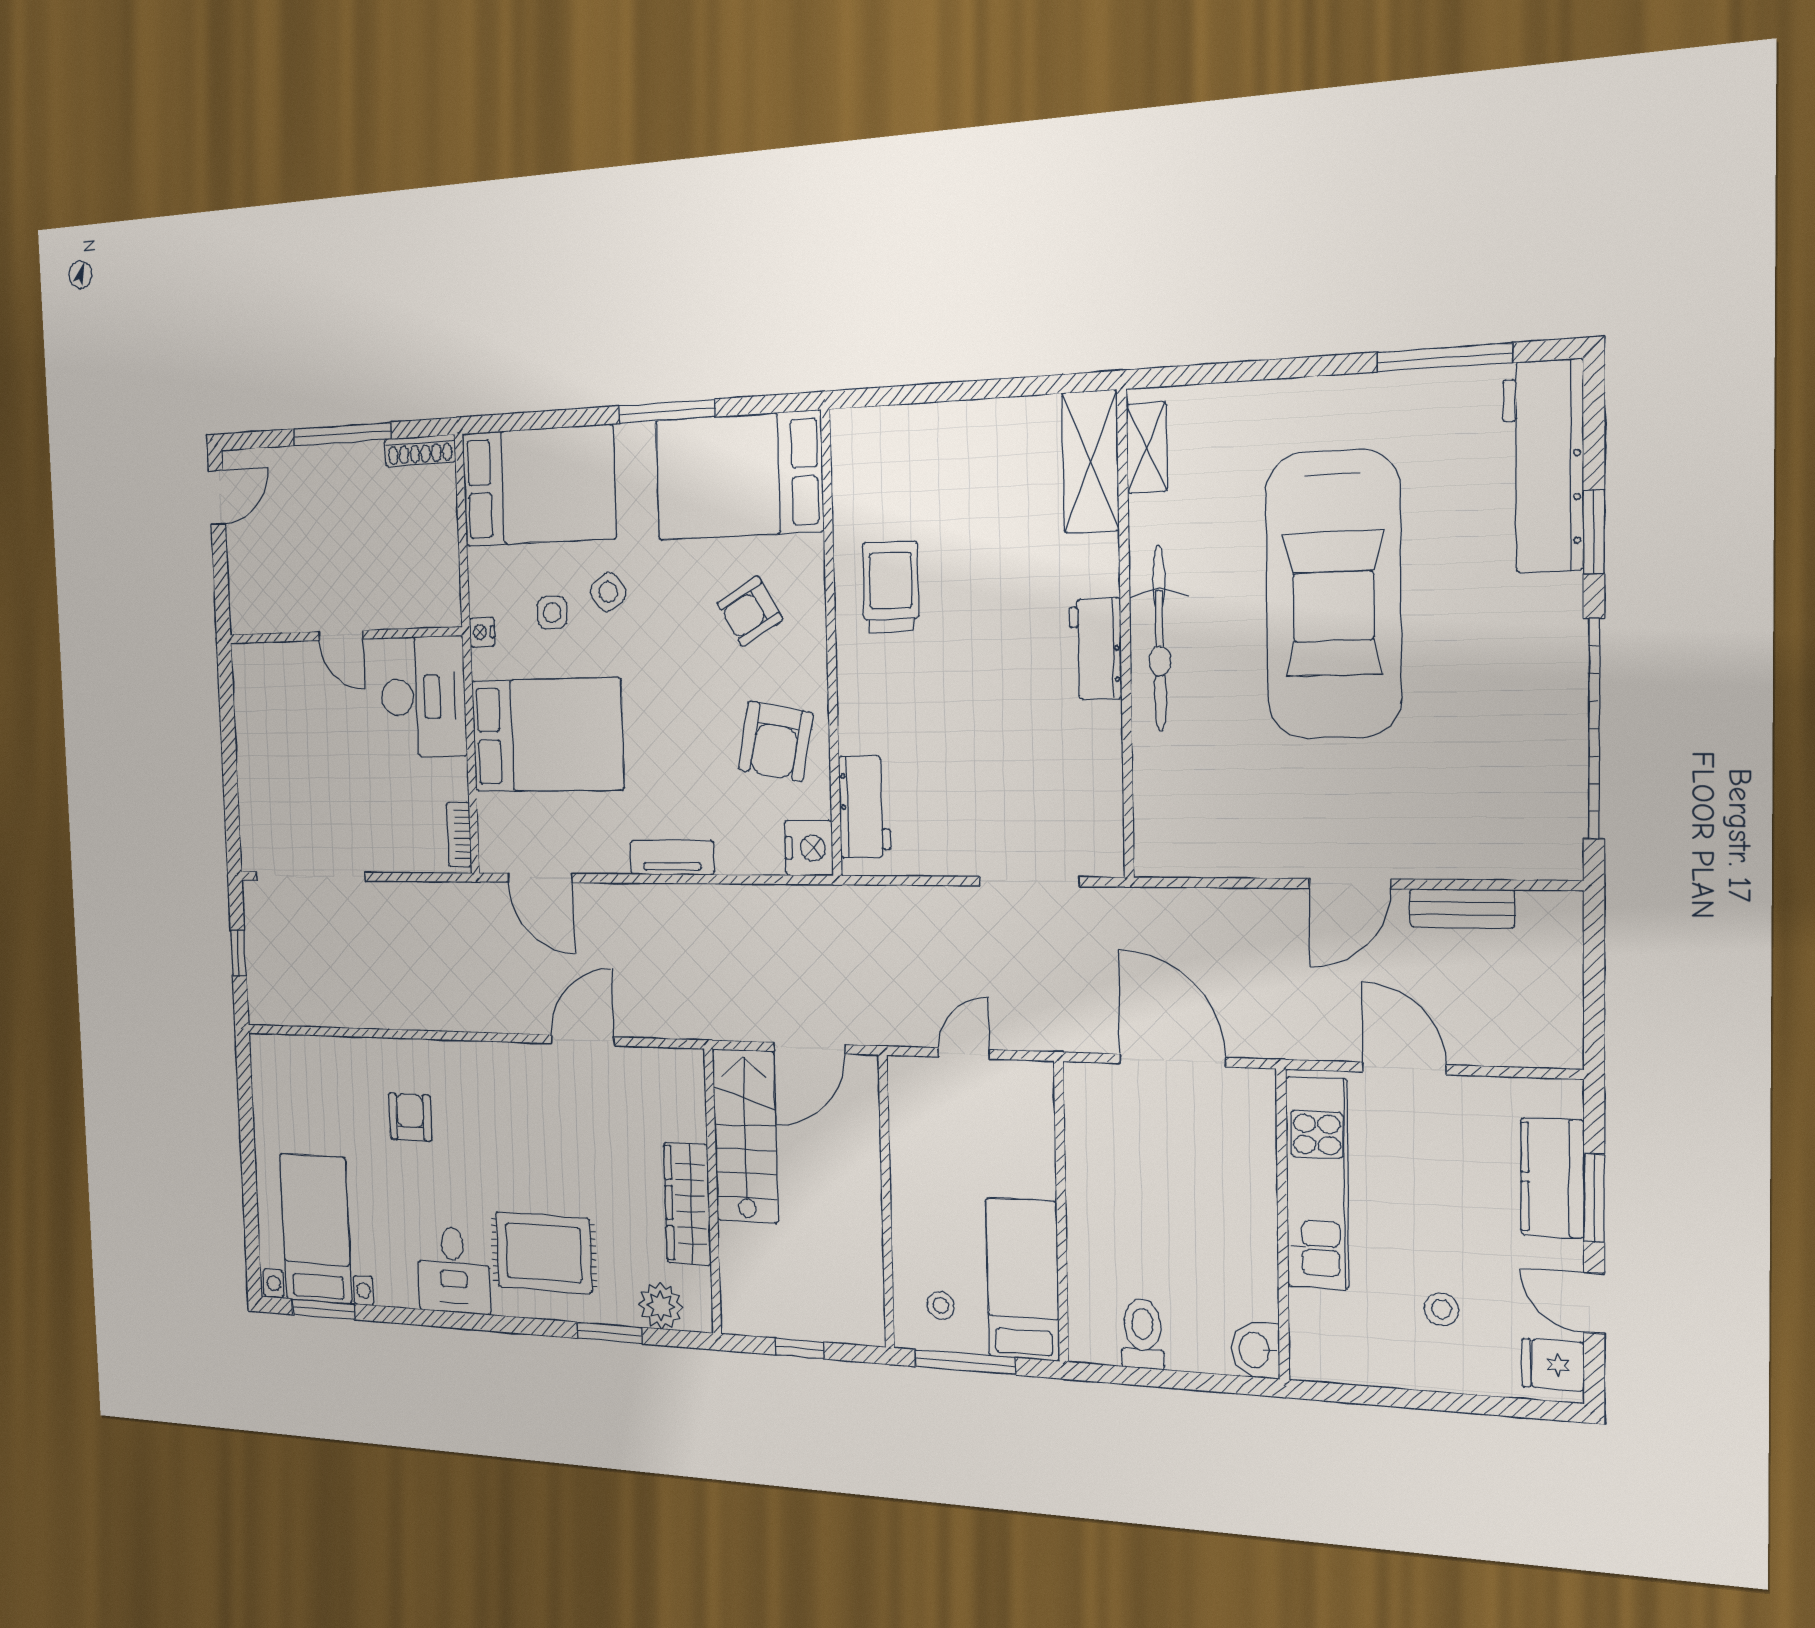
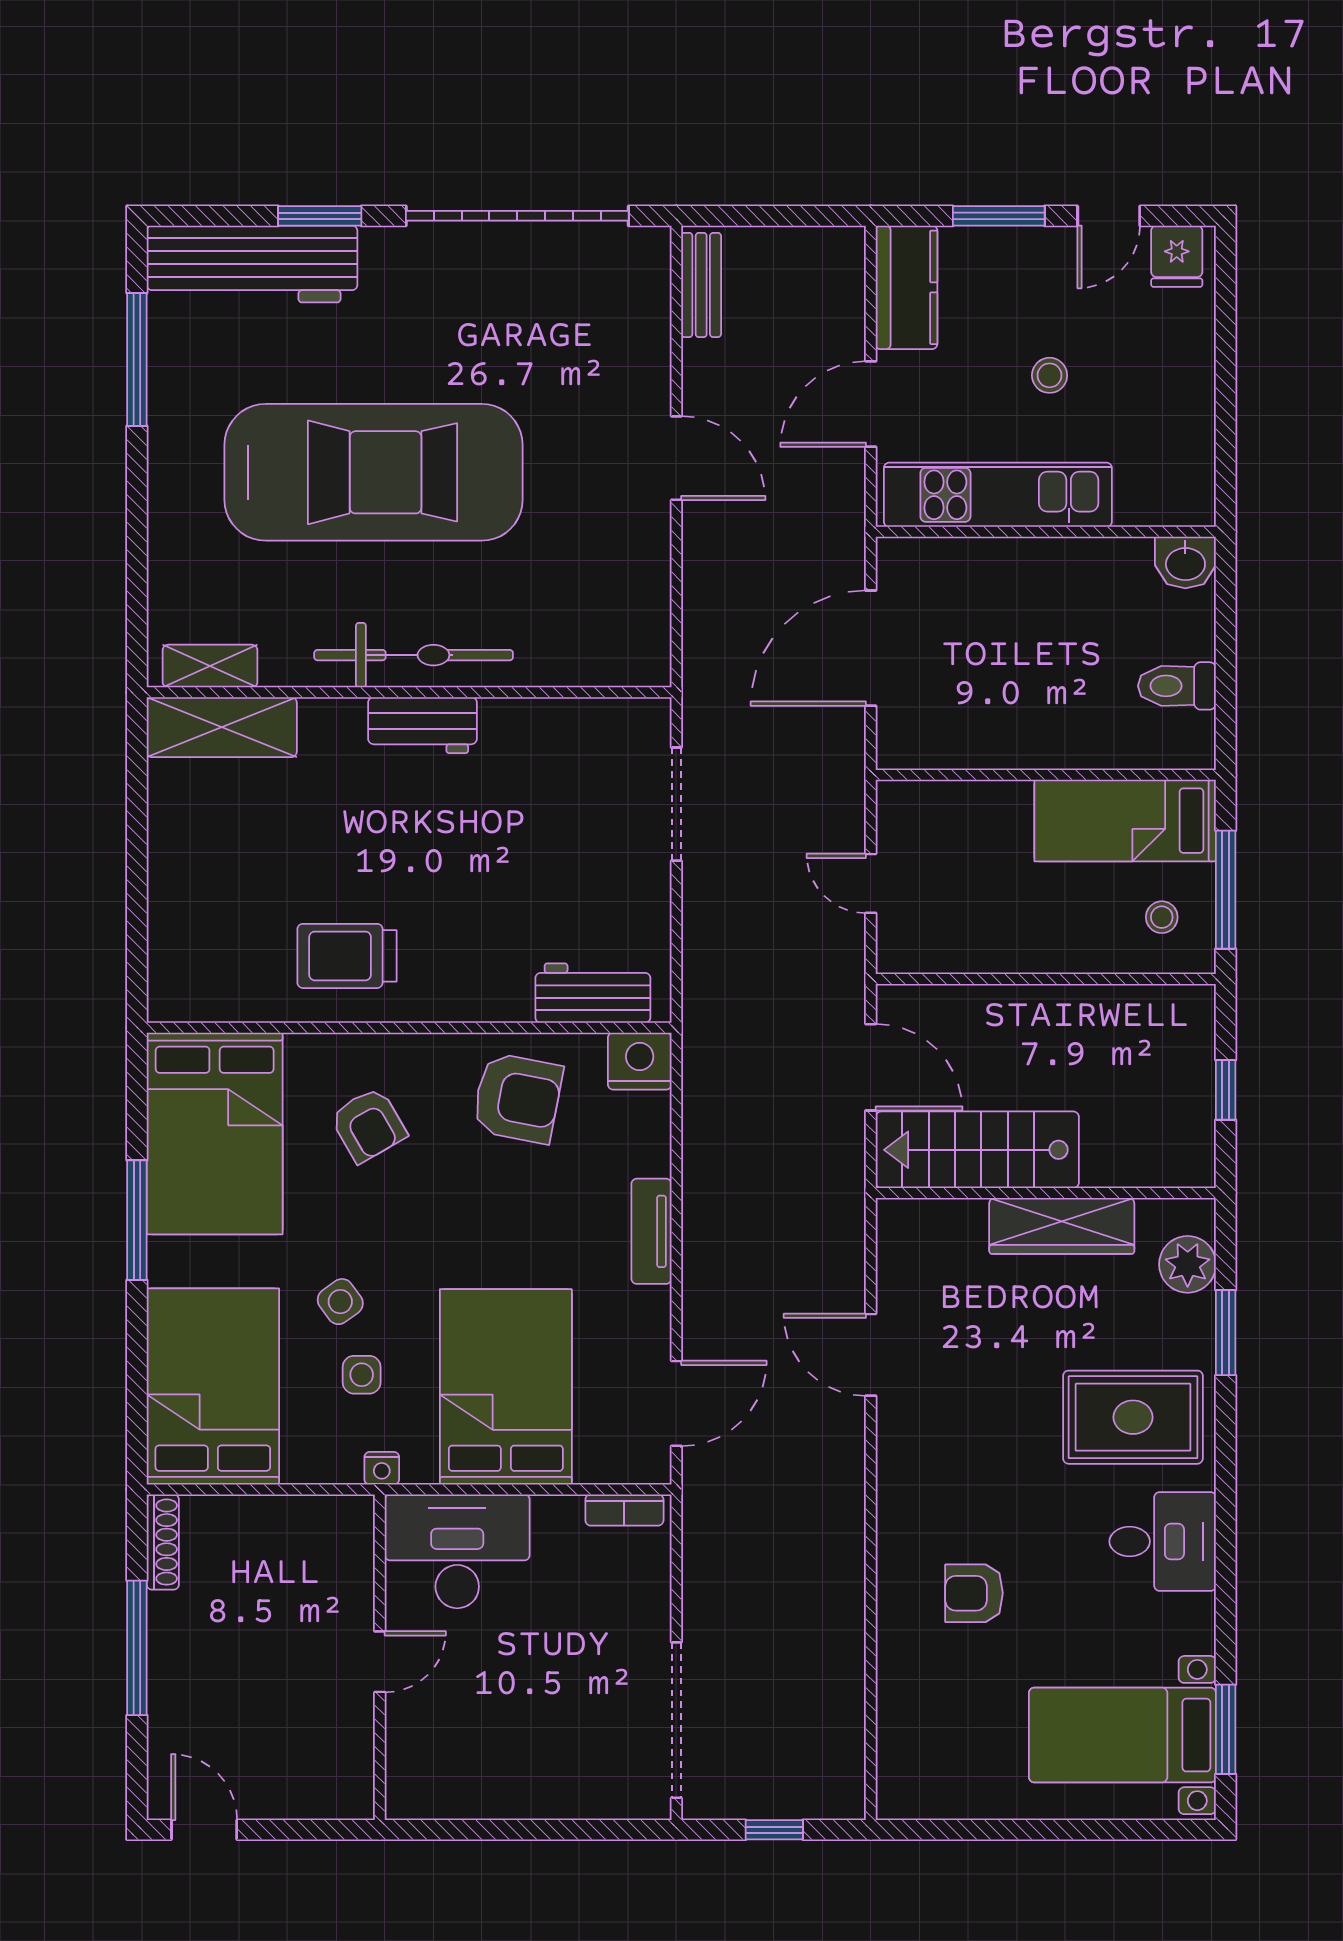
bench: (1462, 908) -> (701, 285), moved
kitchen counter: (1552, 1178) -> (907, 287), moved, turned -90
rug: (543, 1253) -> (1133, 1417), turned 90
stool: (1441, 1309) -> (1050, 375), moved

